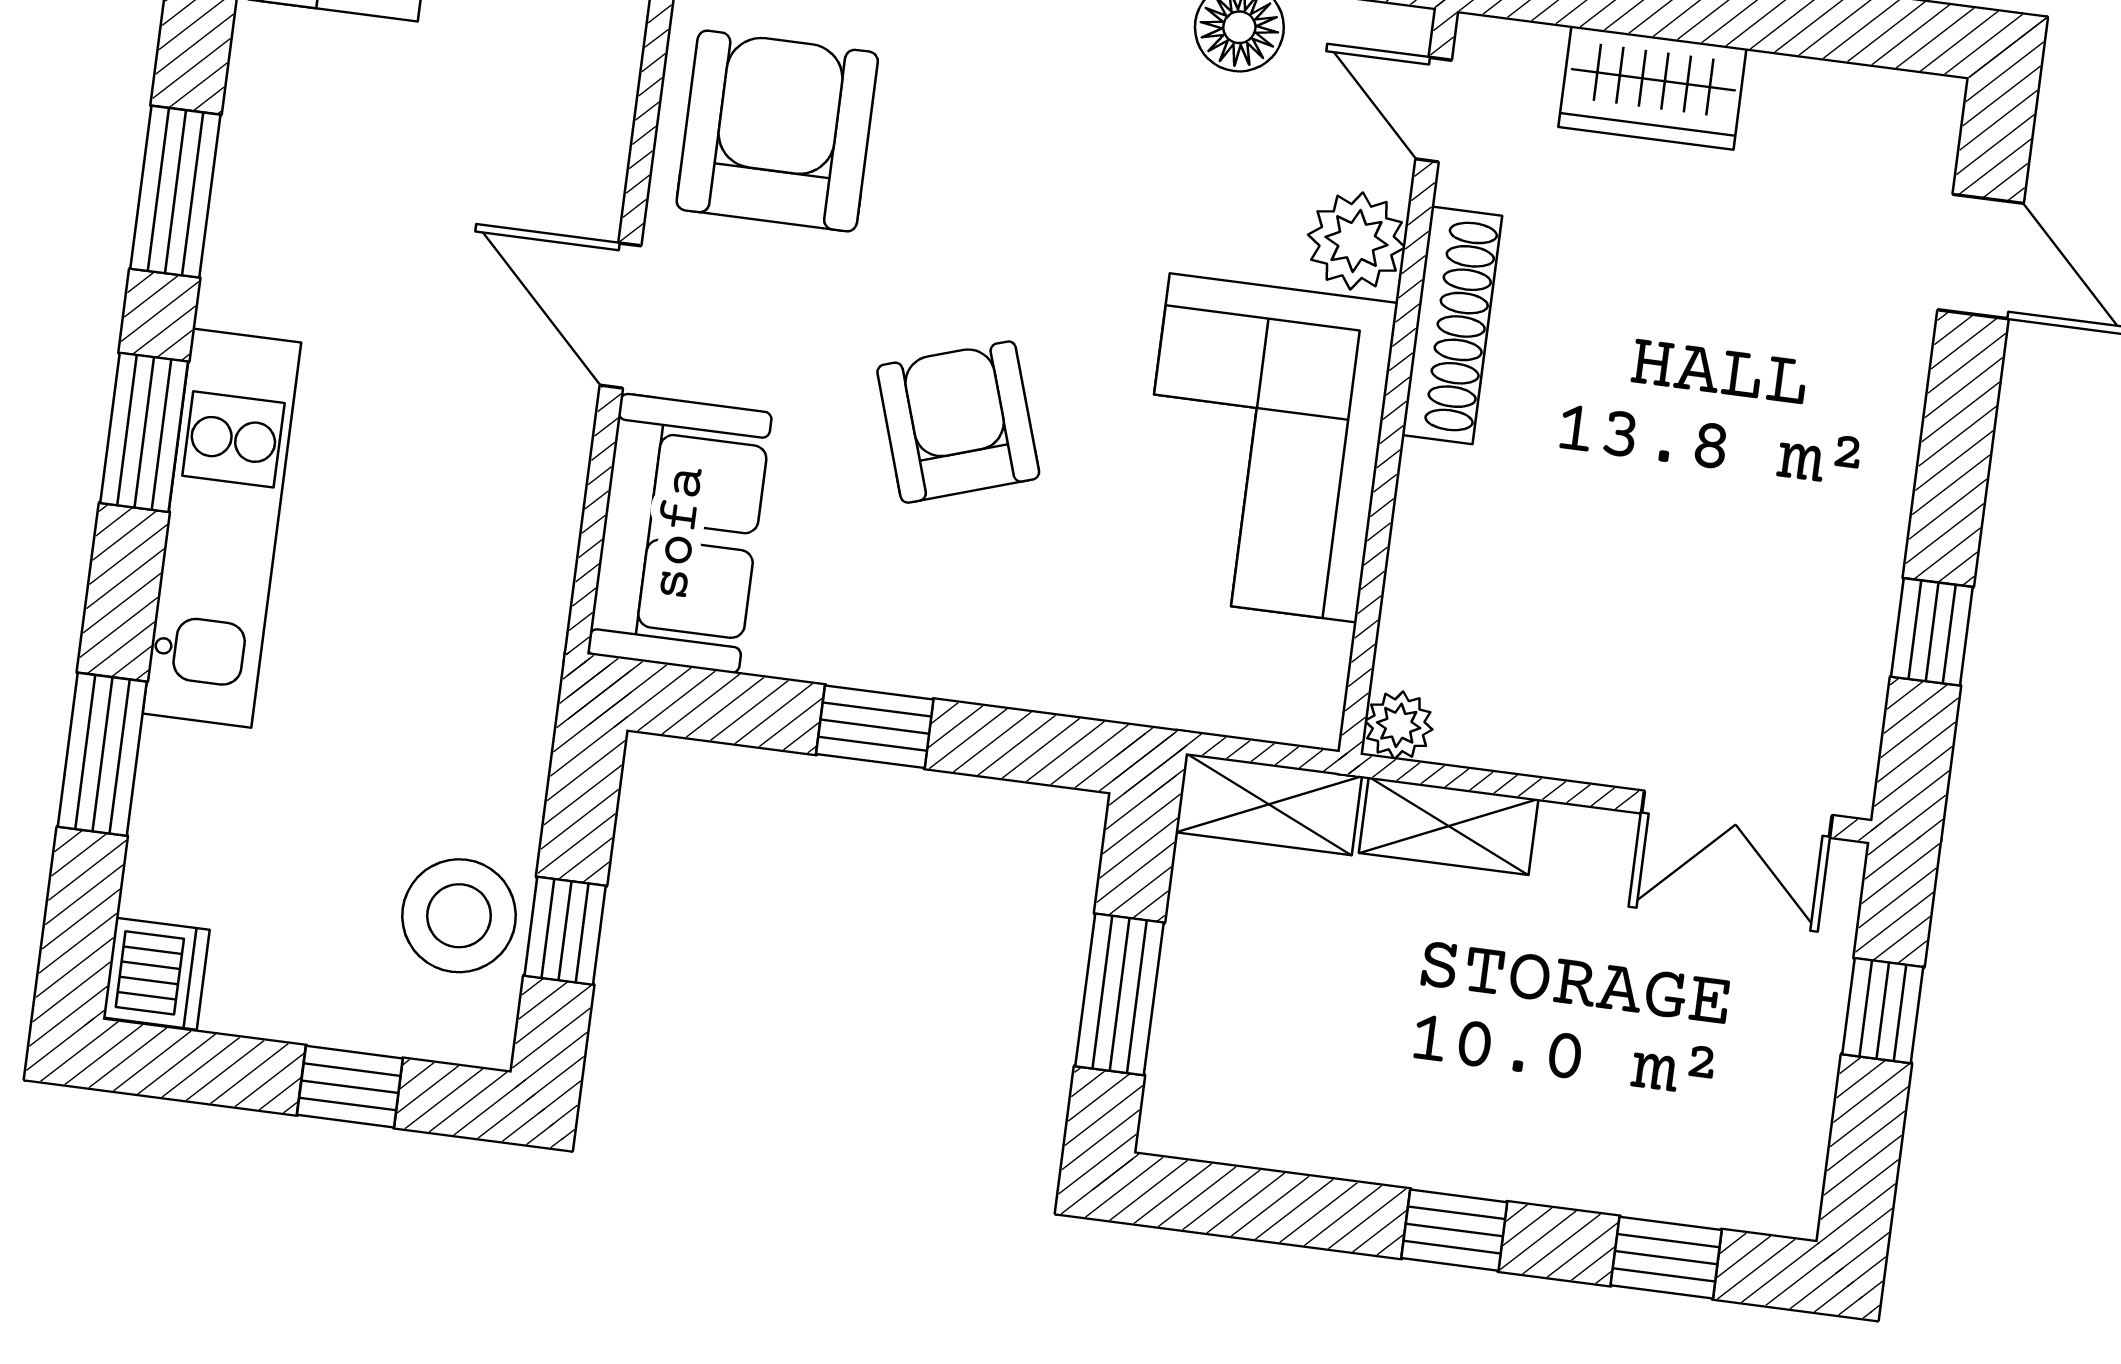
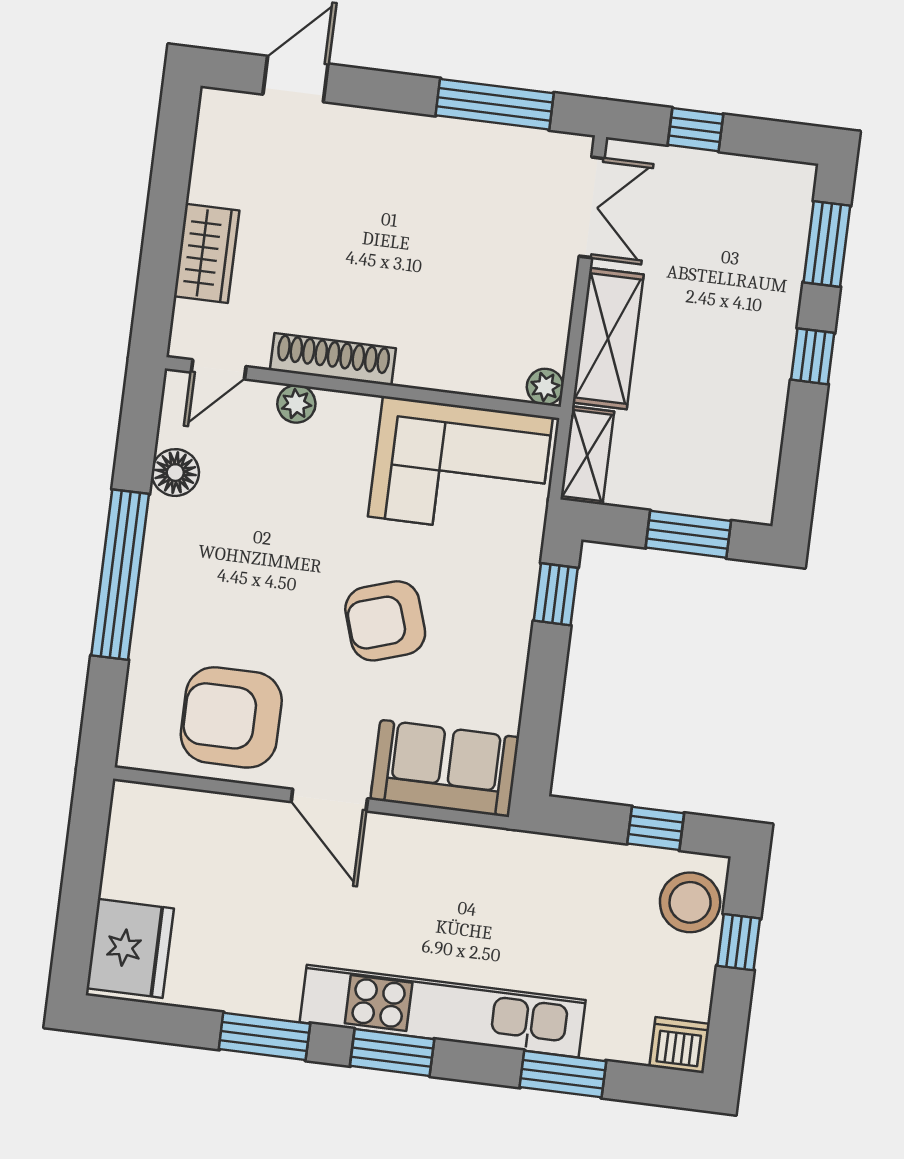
plant: (1357, 241) -> (296, 404), width x0.73, depth x0.73
door: (621, 316) -> (329, 800), hinge flipped
corner sofa: (1263, 448) -> (460, 467), moved
kitchen unit: (222, 528) -> (443, 1011), width x1.36
window: (1932, 632) -> (495, 104), width x2.17
window: (875, 727) -> (556, 594), moved
shelving: (1449, 826) -> (608, 338), width x1.50, depth x1.33
stool: (459, 916) -> (690, 902), moved
window: (1666, 1258) -> (827, 244), width x1.50

